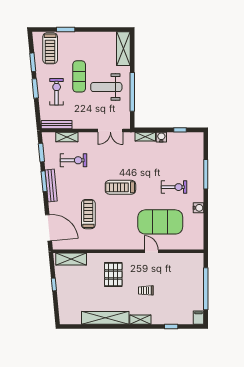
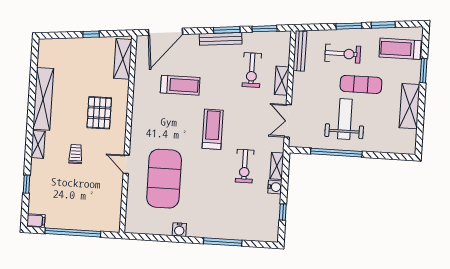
shelving: (123, 49) -> (410, 106), moved, turned 90
shelving: (67, 137) -> (282, 81), moved
exercise bike: (174, 187) -> (245, 166), moved
door: (151, 251) -> (126, 164), swing flipped
pallet: (113, 274) -> (99, 113), turned 90

